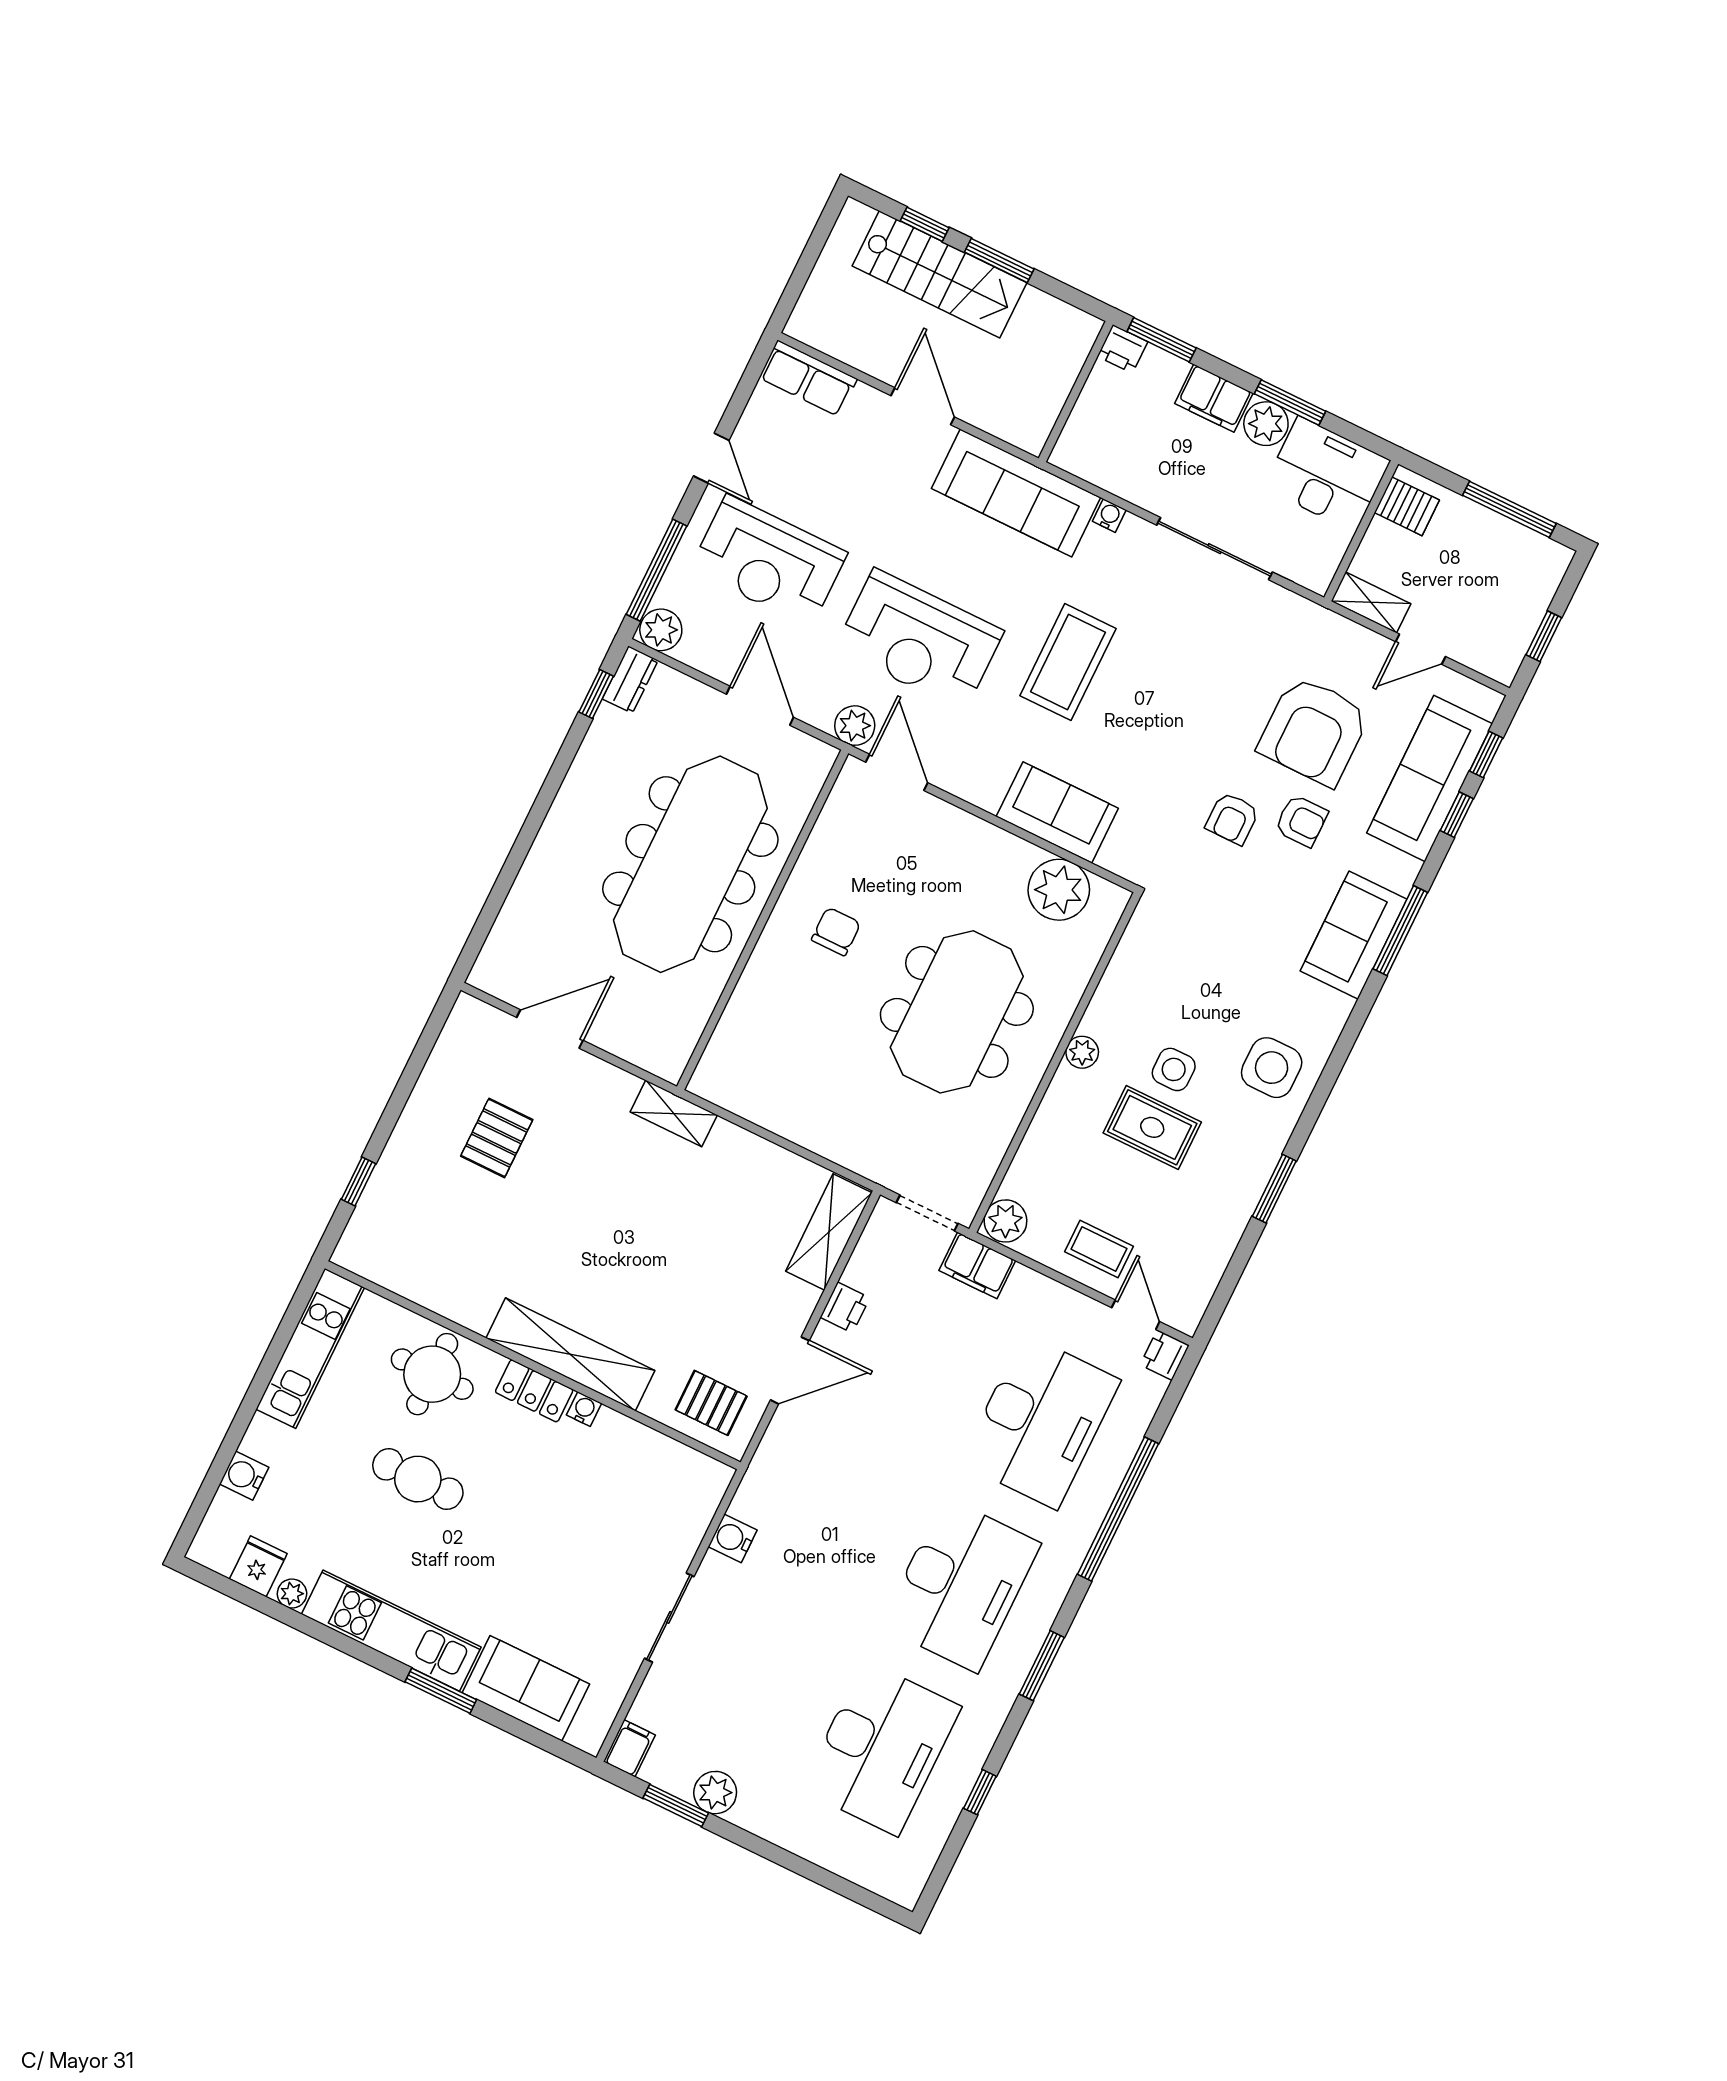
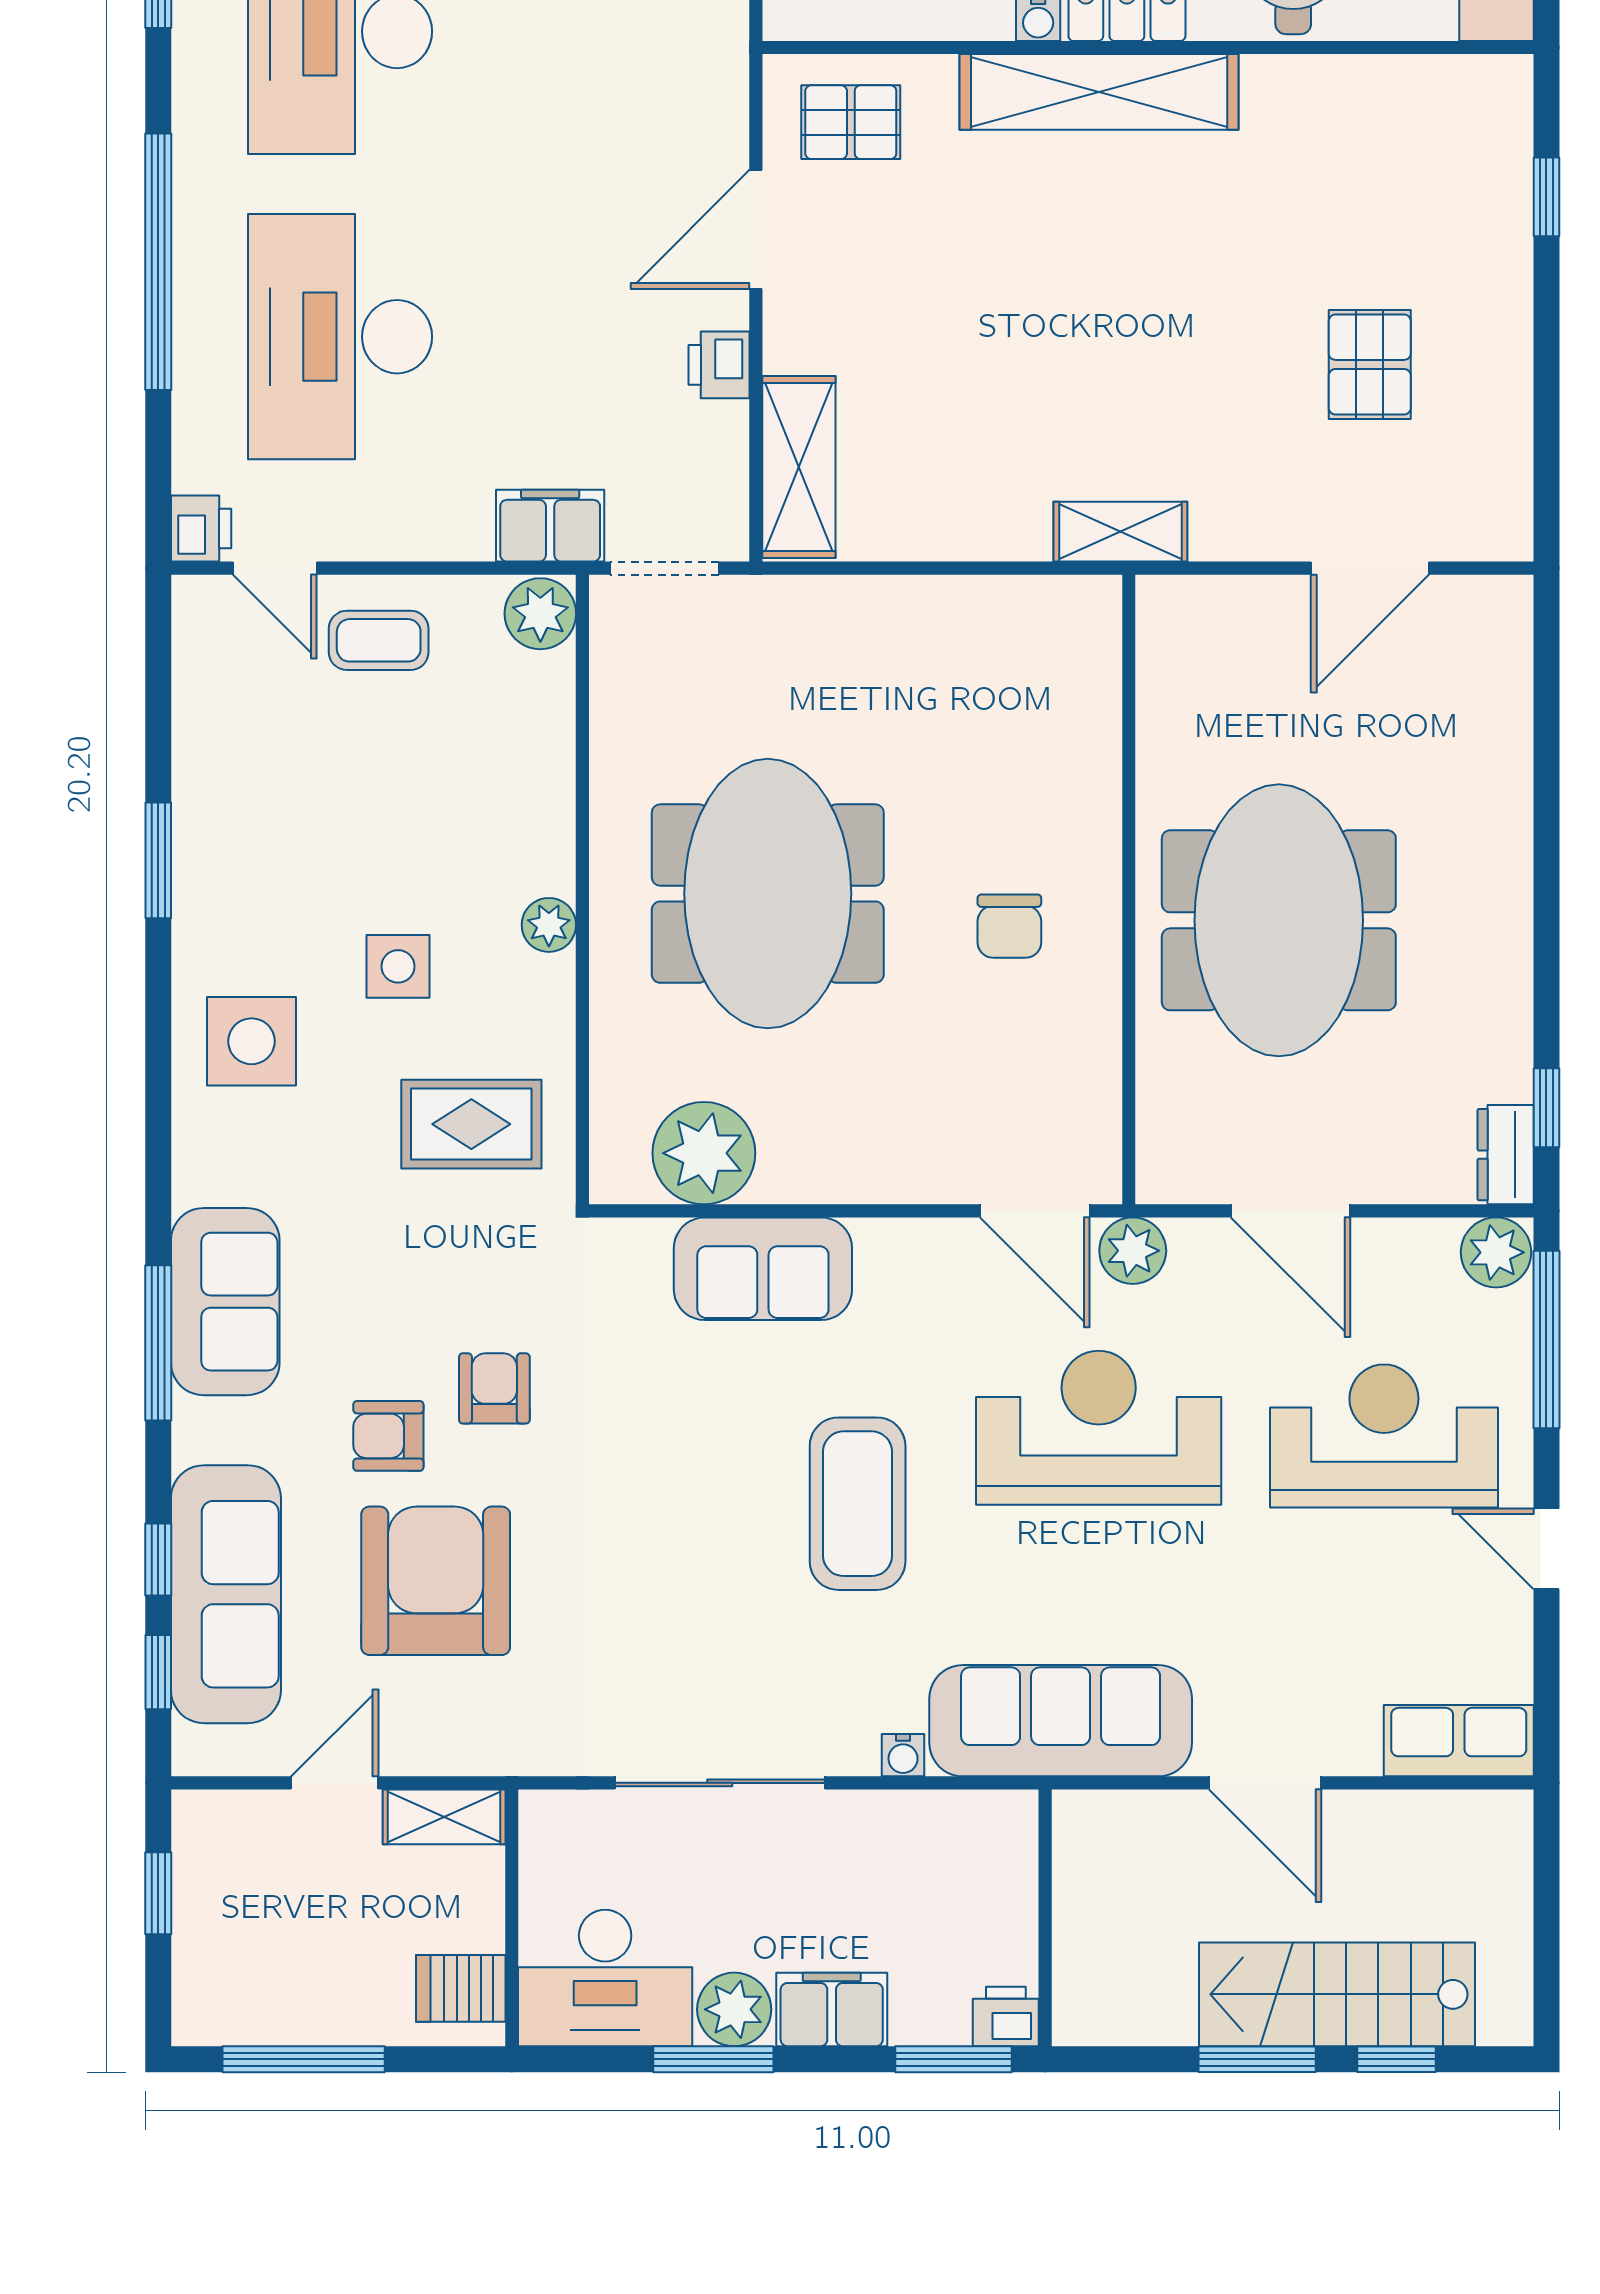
meeting table: (690, 864) -> (1279, 920), width x0.73
rug: (1152, 1127) -> (471, 1124), moved

